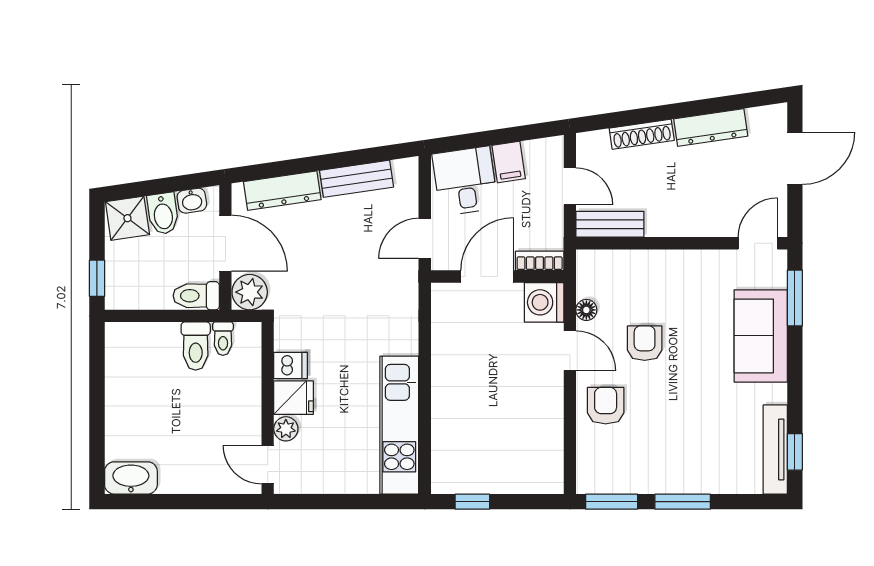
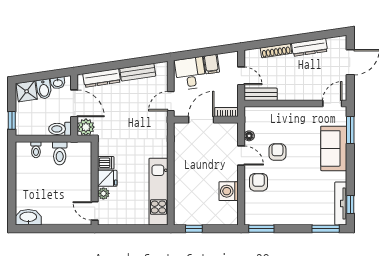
washing machine: (544, 302) -> (229, 191), moved
toilet: (223, 339) -> (36, 150), moved
window: (683, 502) -> (326, 229), moved

